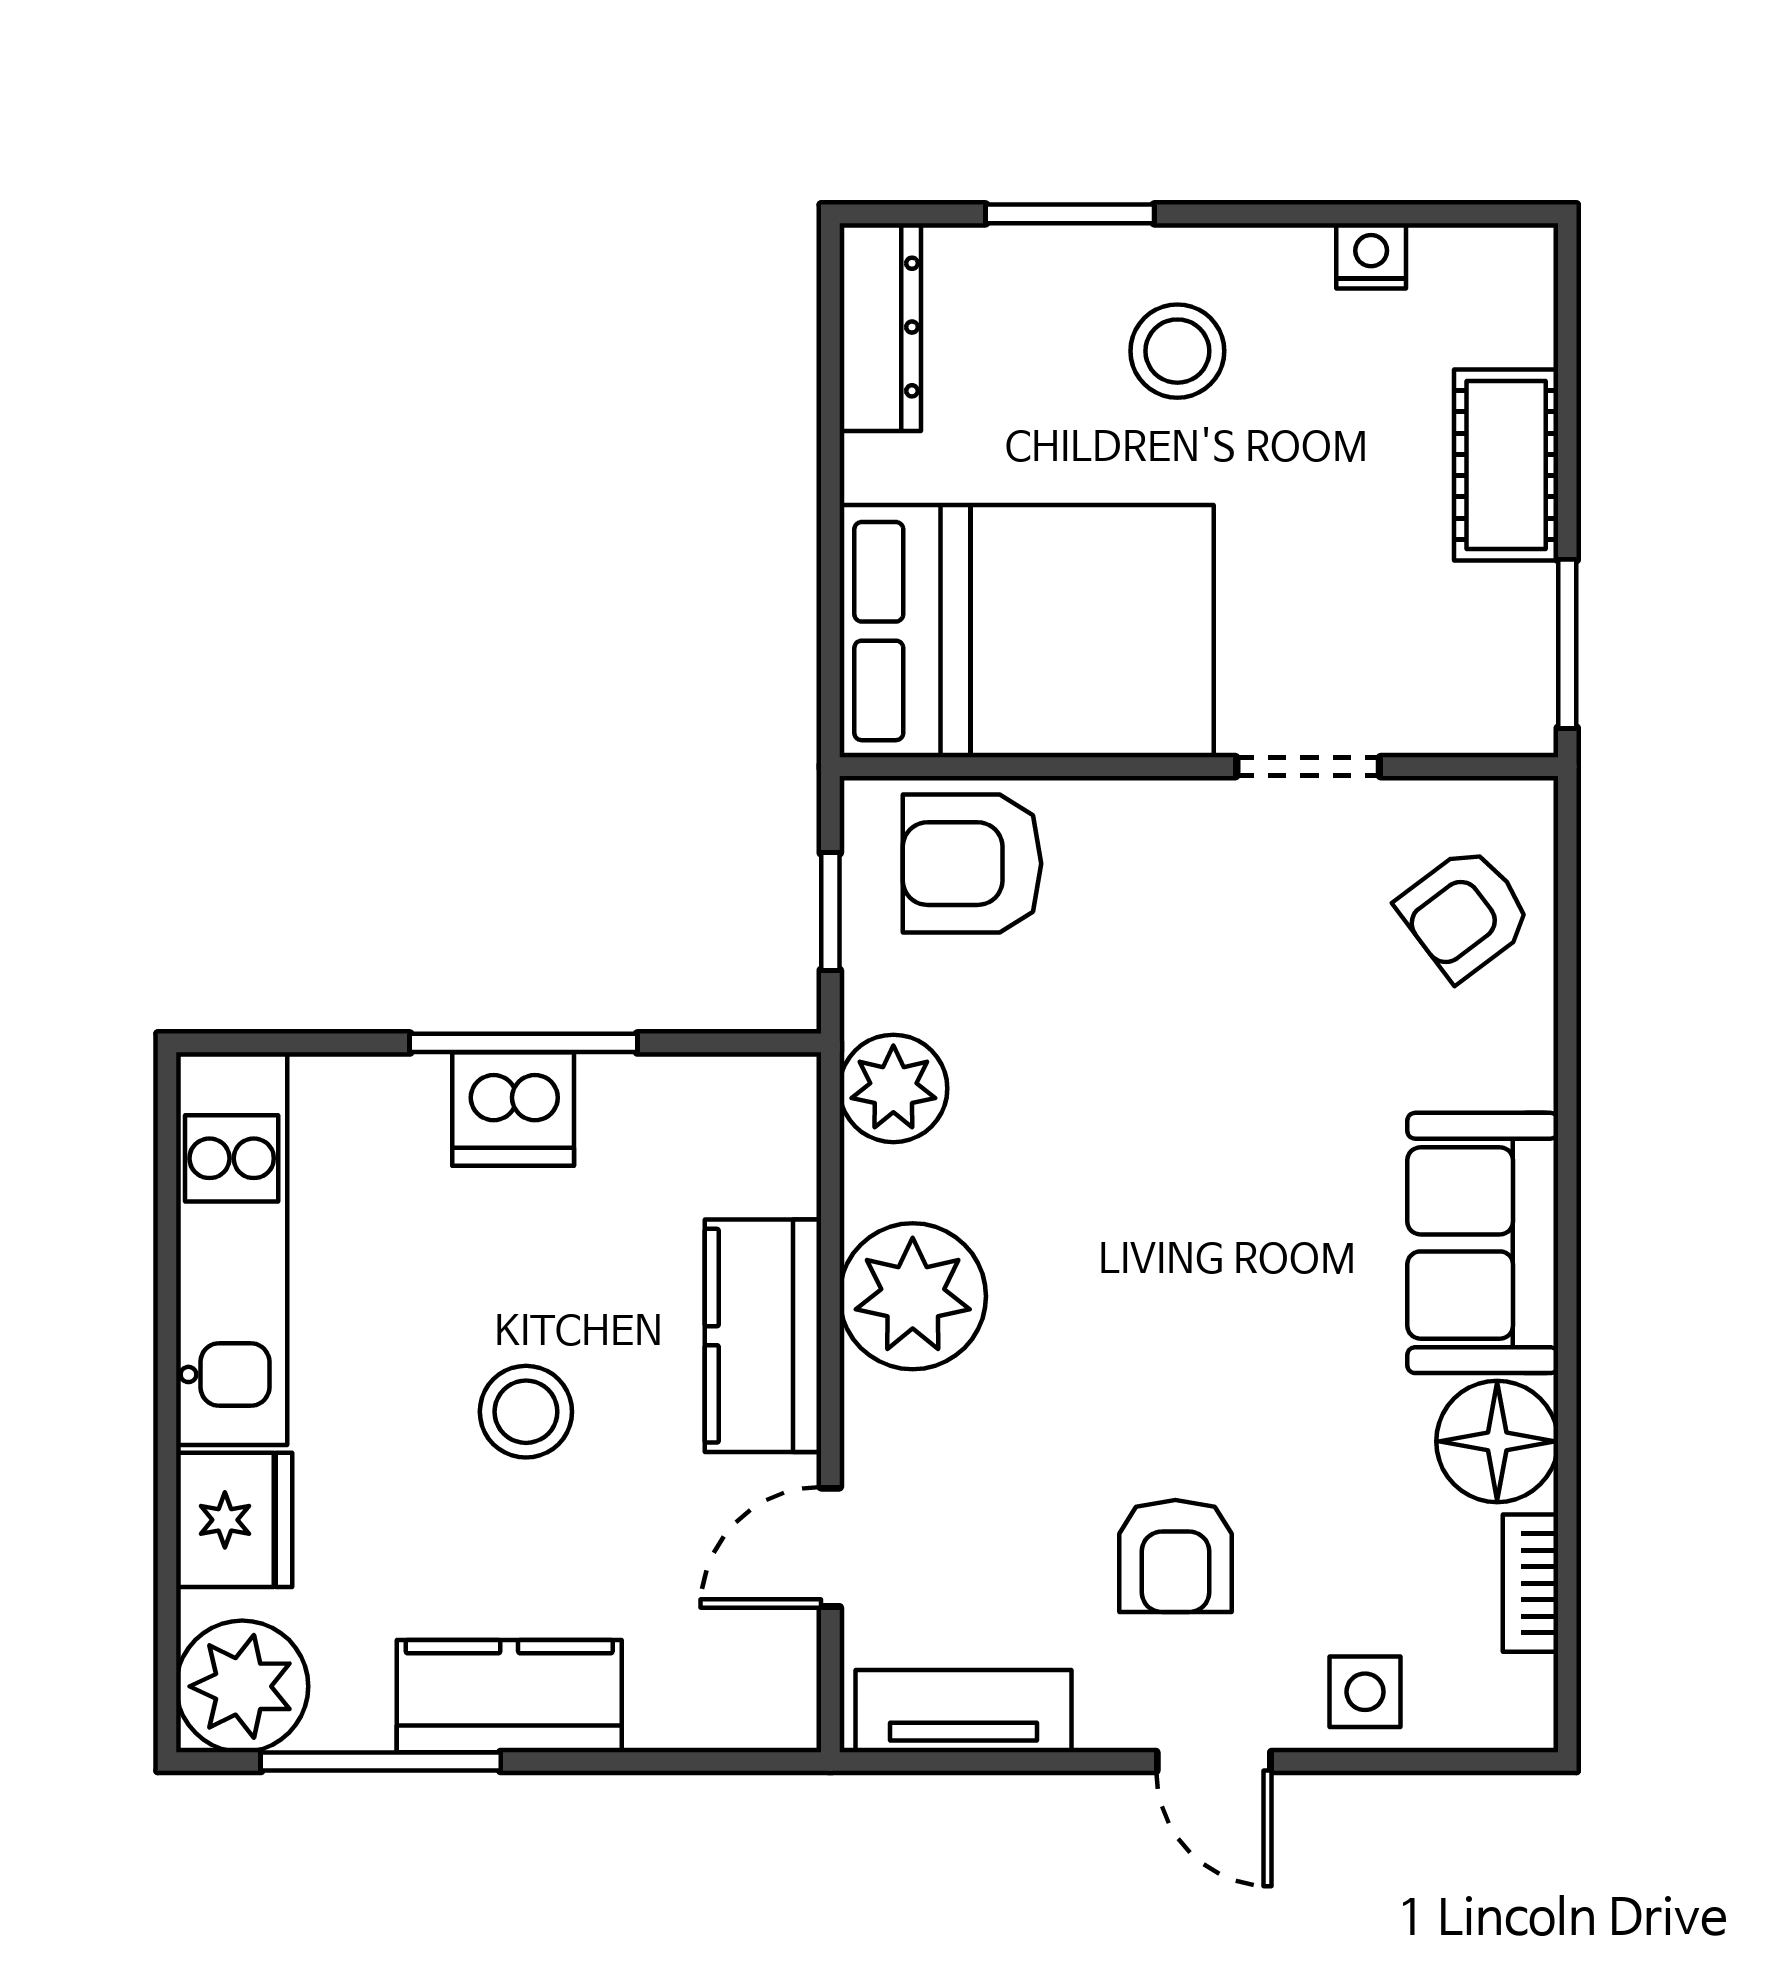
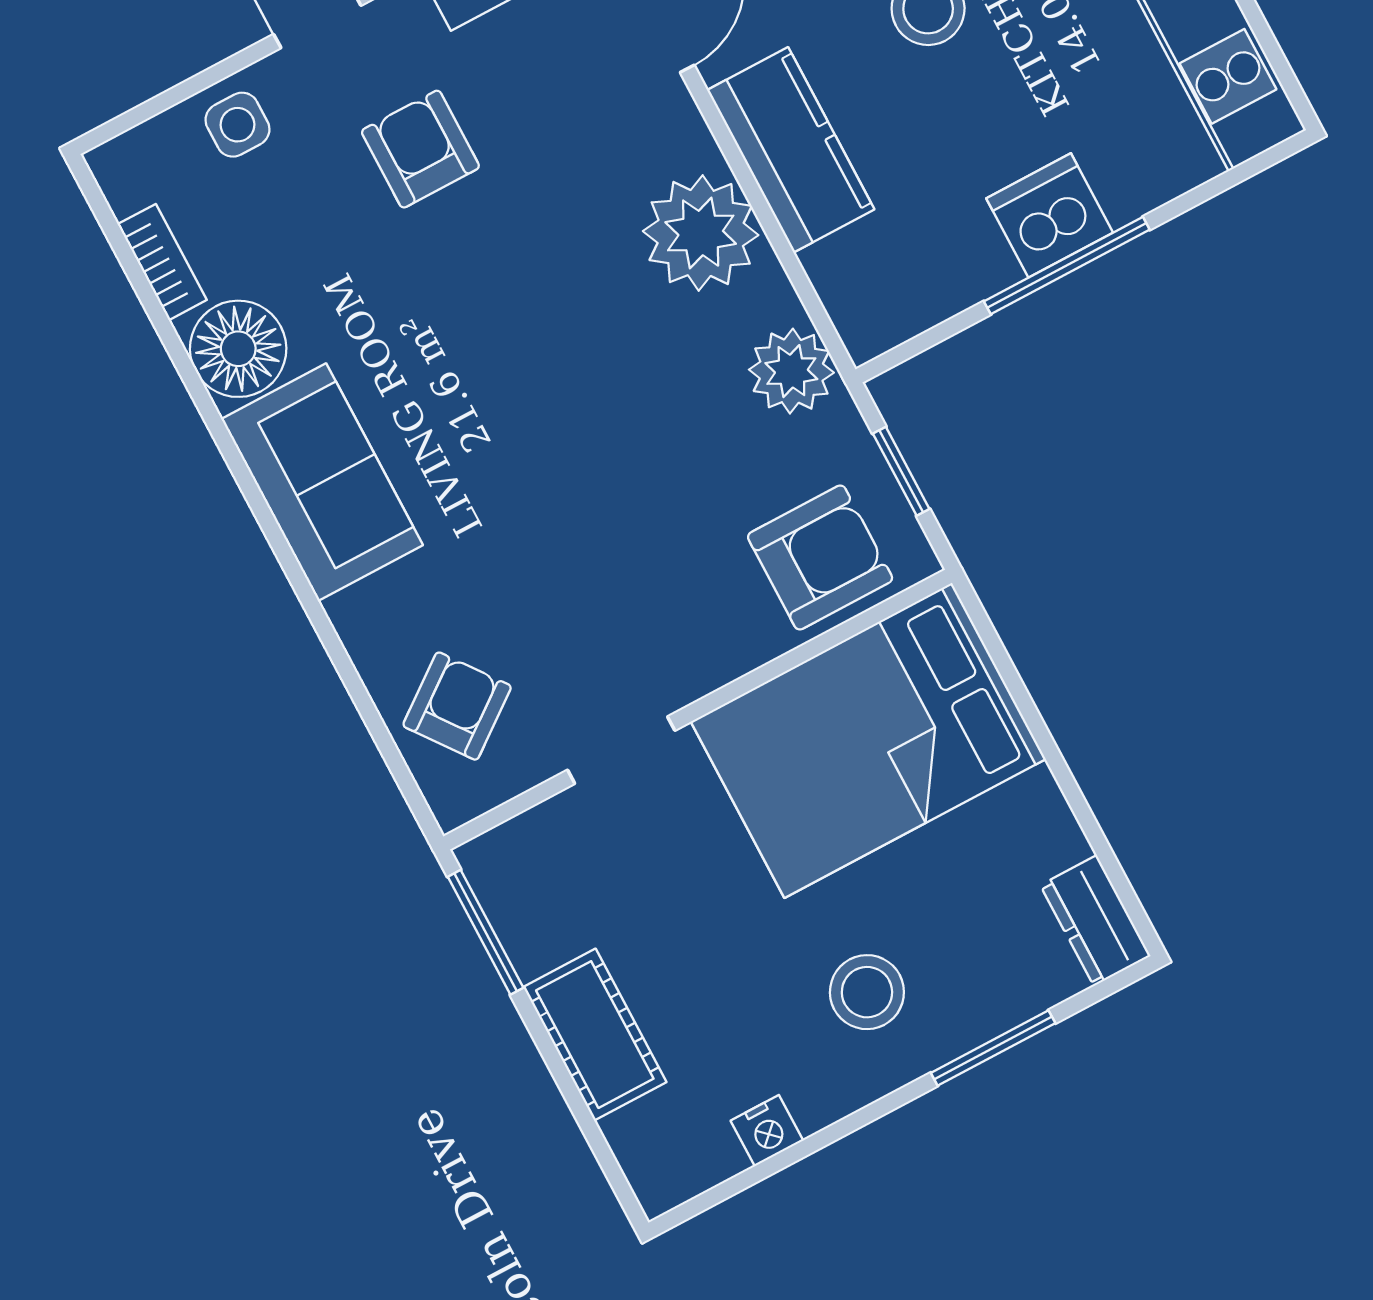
dresser: (880, 327) -> (1095, 921), width x0.70

